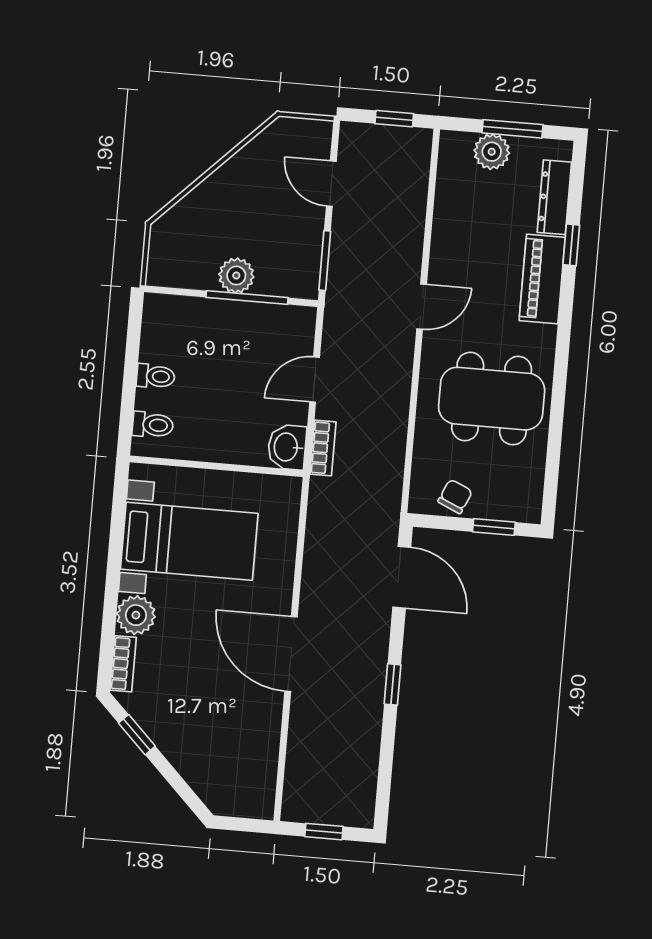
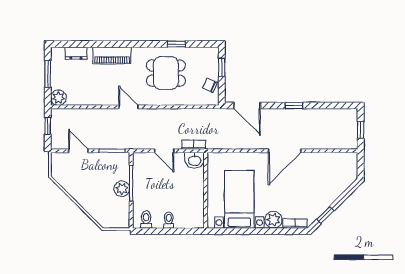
plant: (492, 152) -> (58, 98), moved
door: (331, 184) -> (78, 151), swing flipped
dresser: (554, 197) -> (76, 53), width x0.70
window: (571, 245) -> (176, 44), moved
dining table: (492, 399) -> (166, 73), width x0.73
toilet: (153, 425) -> (146, 220), moved
door: (402, 577) -> (247, 105), swing flipped

